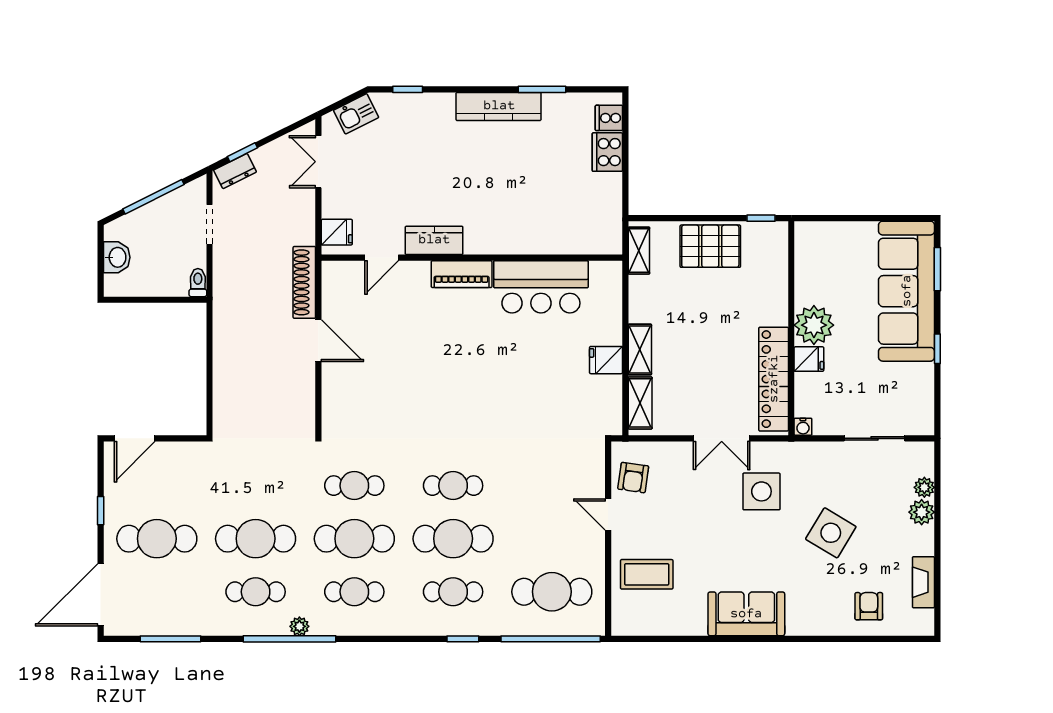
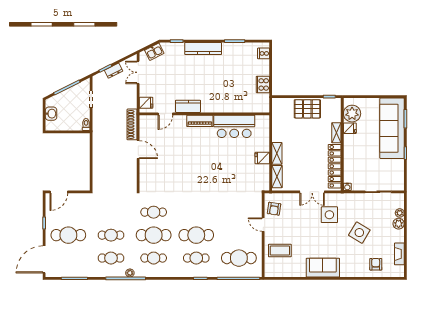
kitchen counter: (499, 106) -> (203, 48), moved
cooker: (607, 152) -> (263, 84), moved
dresser: (235, 171) -> (114, 71), moved
shelving: (639, 251) -> (336, 133), moved
plant: (814, 325) -> (352, 114), moved
fridge: (809, 359) -> (350, 128), moved
cafe table: (453, 486) -> (196, 212), removed
cafe table: (256, 539) -> (111, 235), width x0.73, depth x0.74

